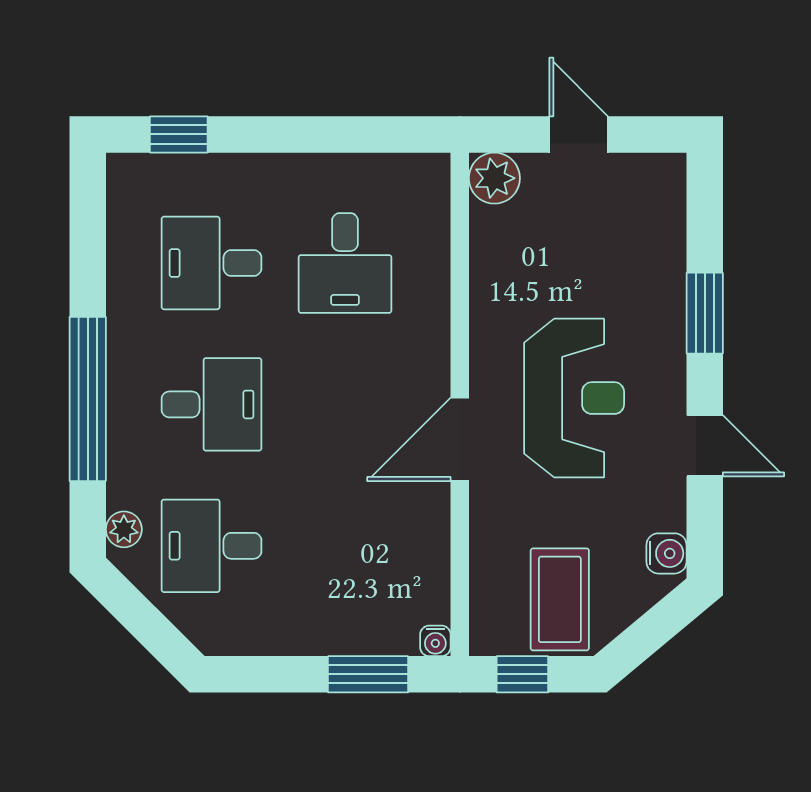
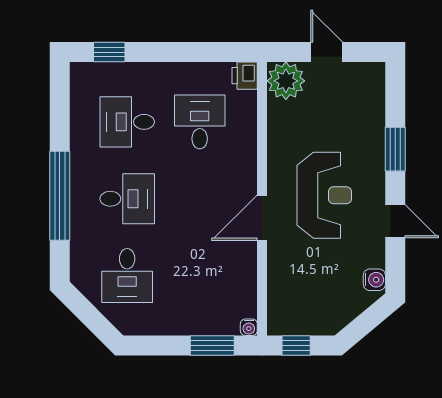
printer: (428, 178) -> (245, 76), added
plant: (494, 178) -> (286, 81), width x1.36, depth x1.36
desk: (345, 263) -> (200, 122), turned 180
plant: (124, 529) -> (79, 267), removed
desk: (212, 546) -> (127, 276), turned -90
coffee table: (560, 599) -> (316, 305), removed

